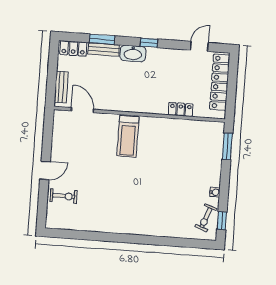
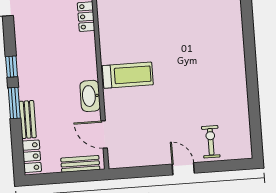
window: (102, 39) -> (14, 103), moved
washbasin: (133, 54) -> (90, 96), moved, turned 180
door: (82, 110) -> (104, 134), hinge flipped

